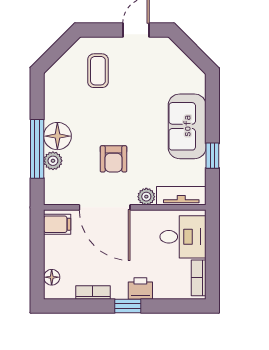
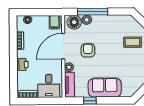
floor lamp: (57, 136) -> (74, 22), moved
armchair: (114, 159) -> (88, 50), turned 90
window: (128, 306) -> (13, 58), removed

